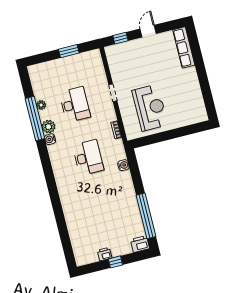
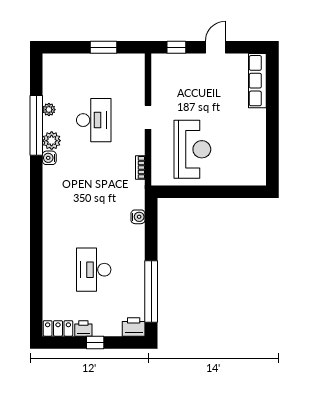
desk: (88, 158) -> (94, 270), moved, turned 180
locker: (87, 259) -> (58, 328), added

